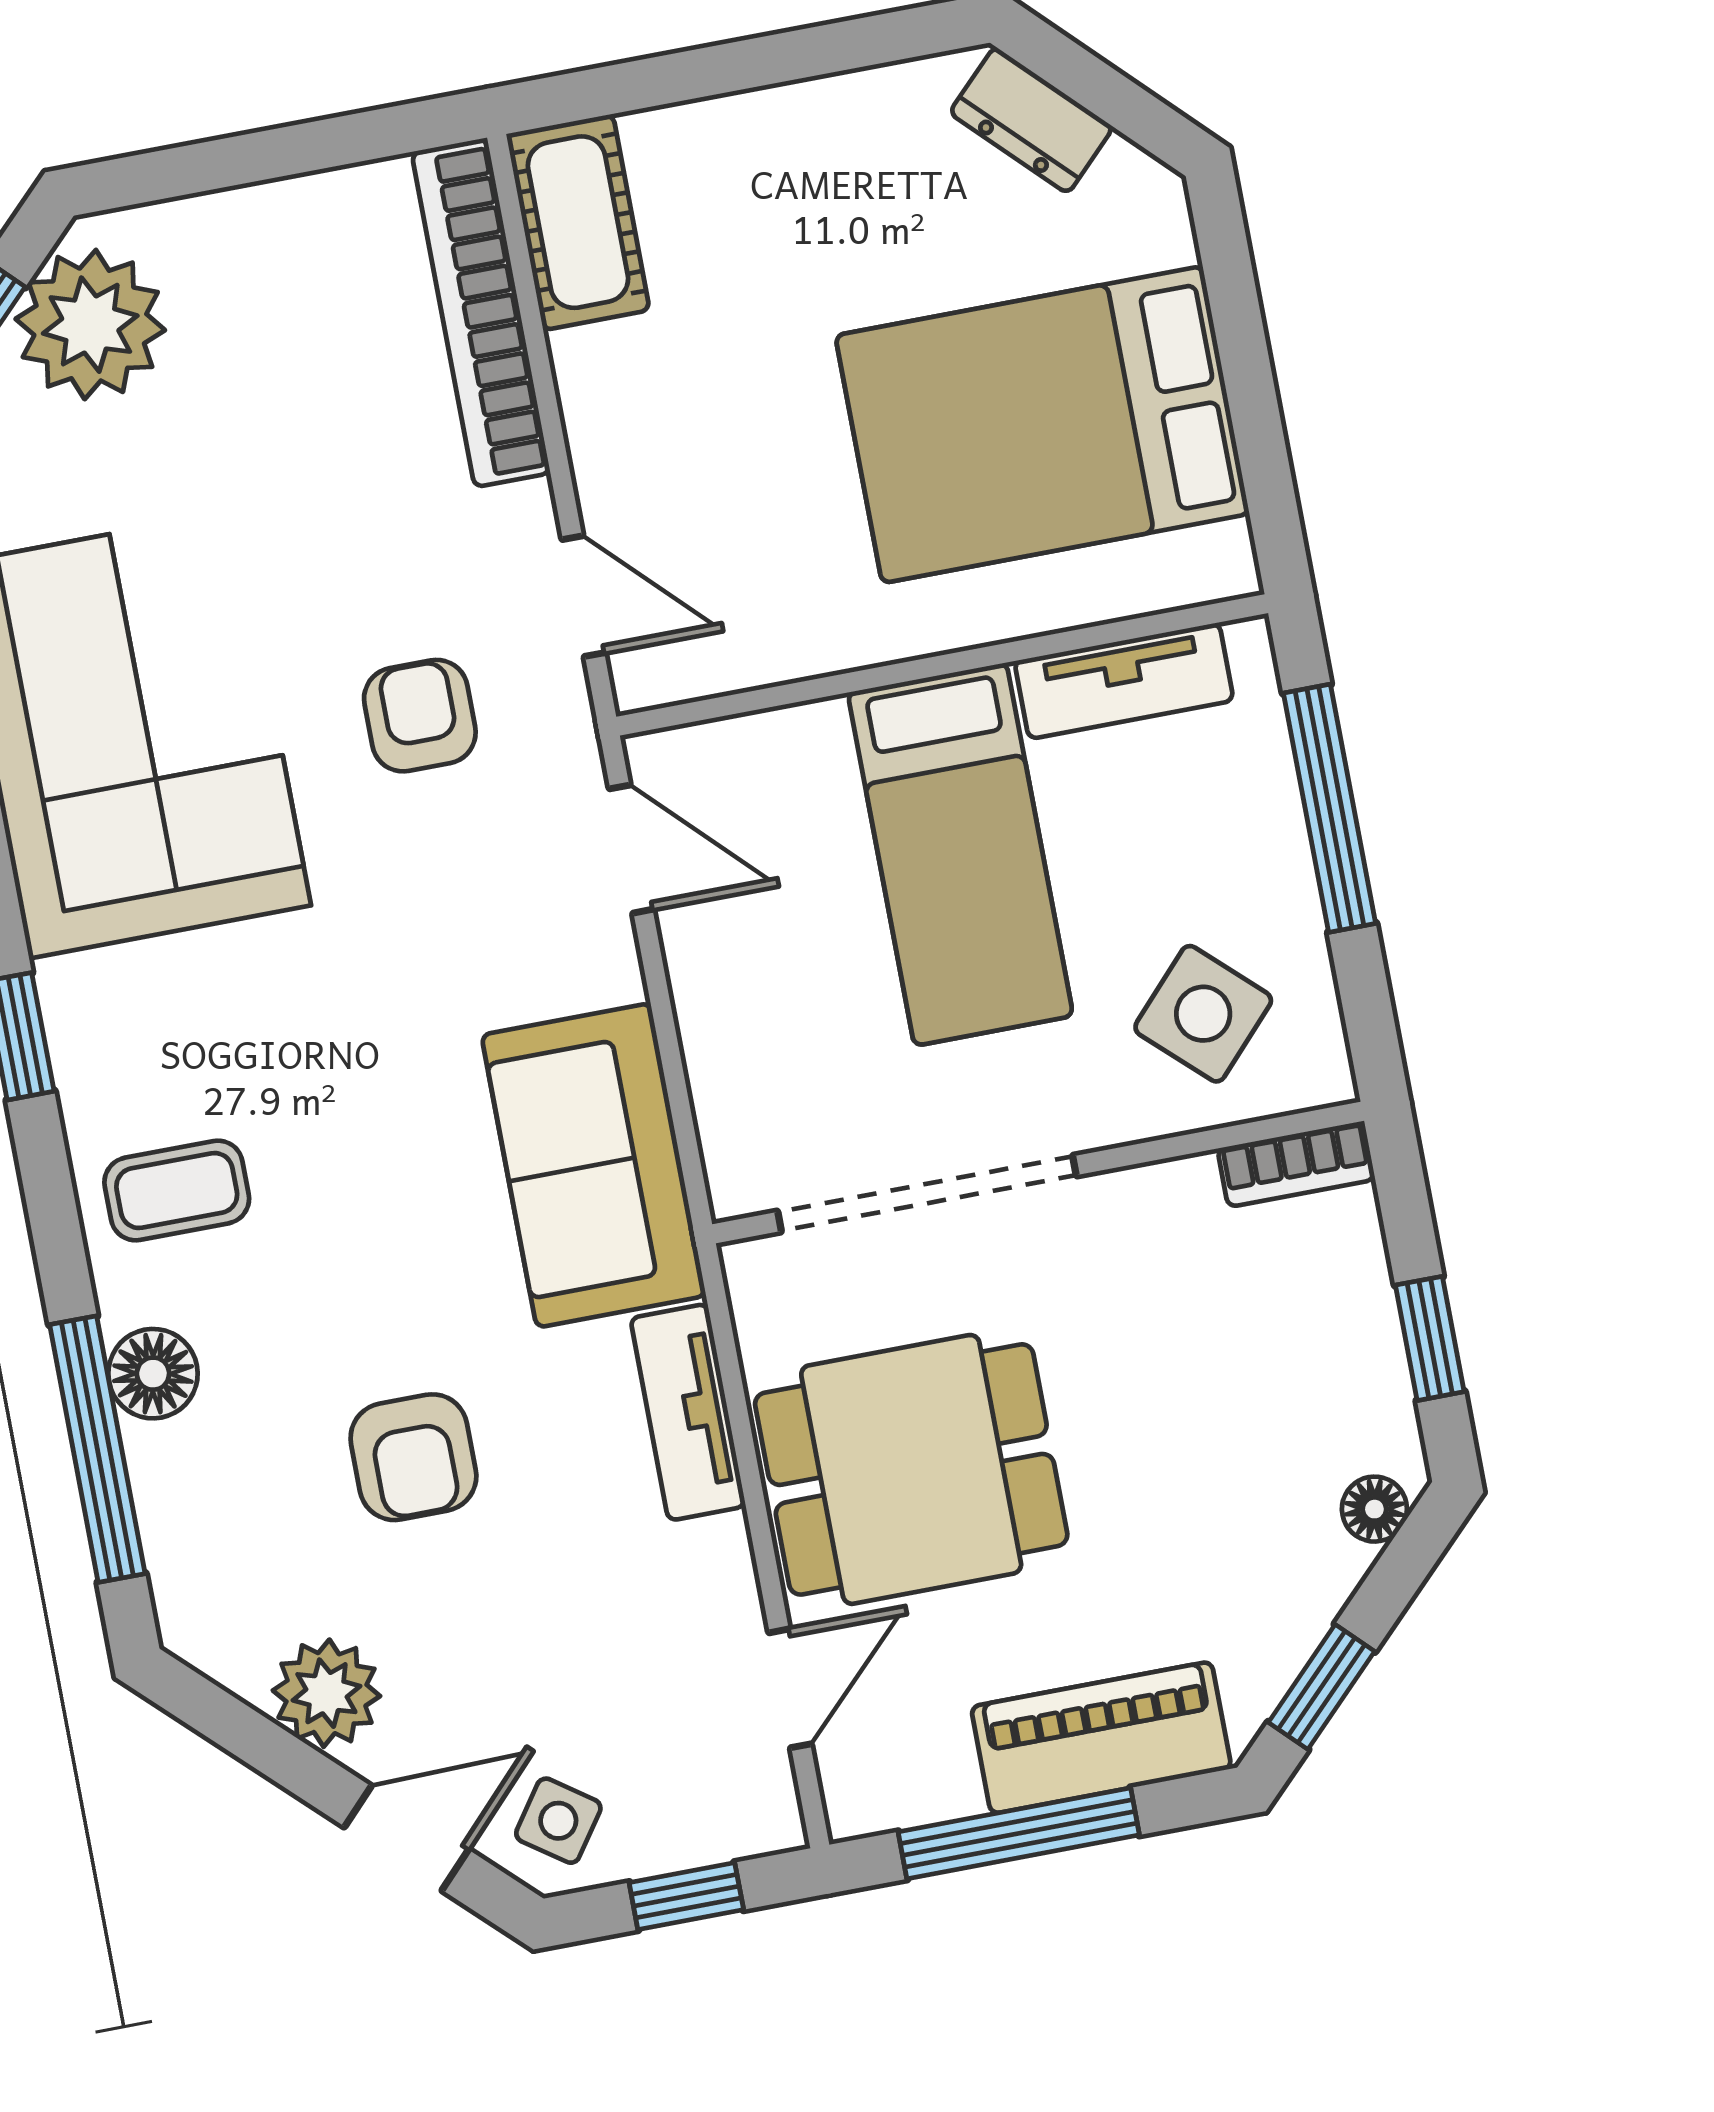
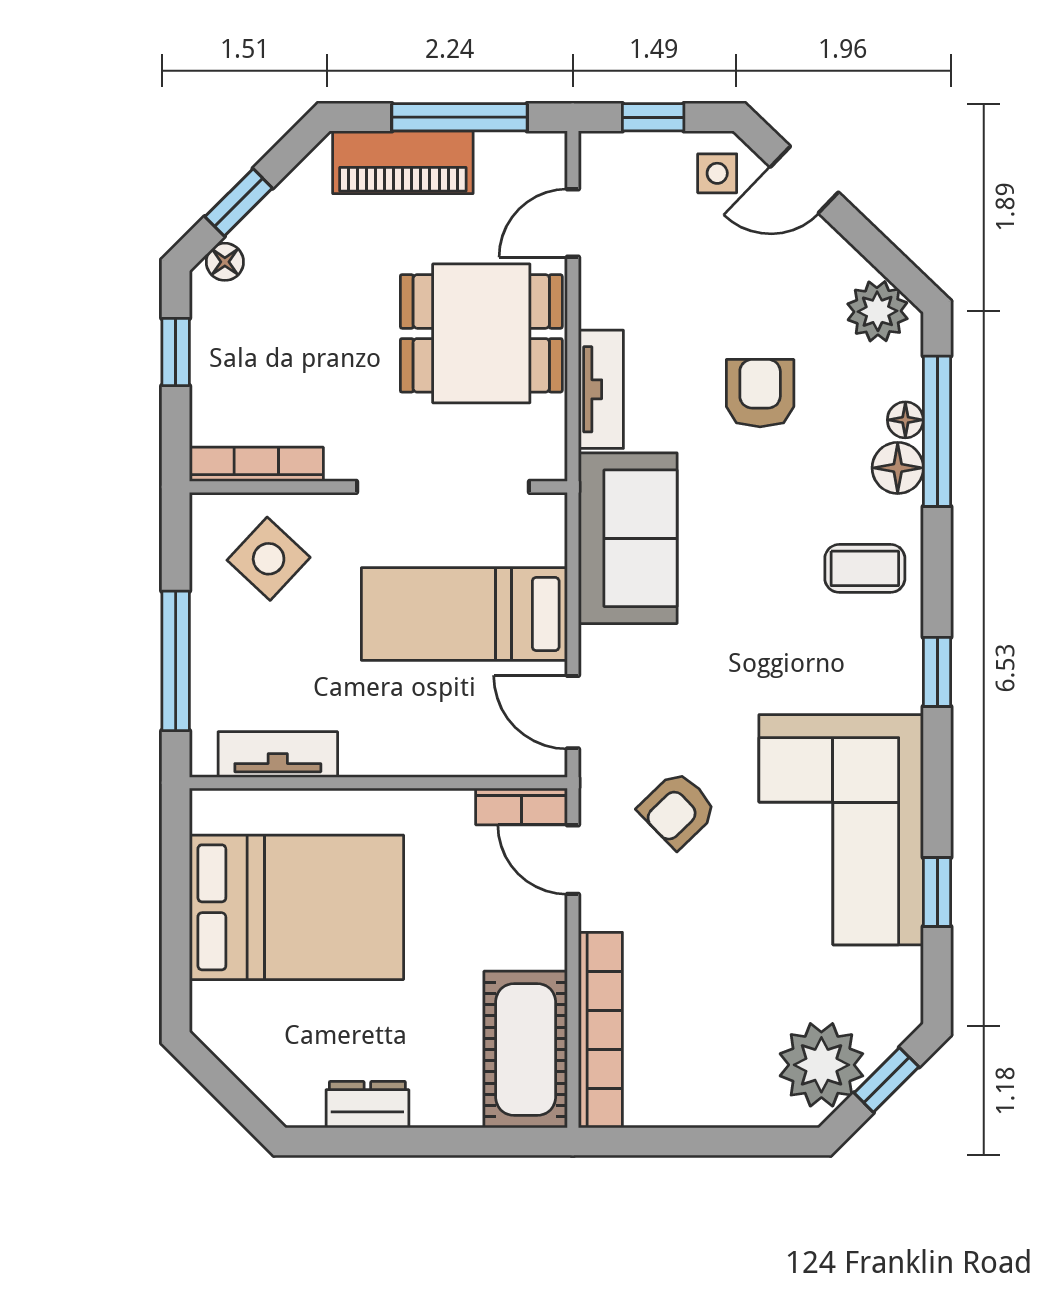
dresser: (1031, 120) -> (367, 1105), moved, turned -45
cot: (578, 222) -> (526, 1049), width x1.37, depth x1.34
bookcase: (689, 671) -> (521, 807), added
armchair: (420, 716) -> (678, 810), turned 46
bed: (960, 854) -> (464, 614), moved, turned -90
bookcase: (1296, 1164) -> (256, 464), width x1.56
floor lamp: (156, 1459) -> (905, 420), added
window: (1321, 1687) -> (239, 202), moved
plant: (326, 1693) -> (877, 311), moved
side table: (558, 1821) -> (717, 173), turned -35

